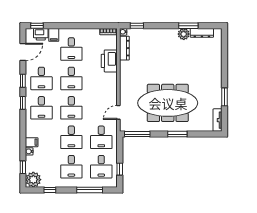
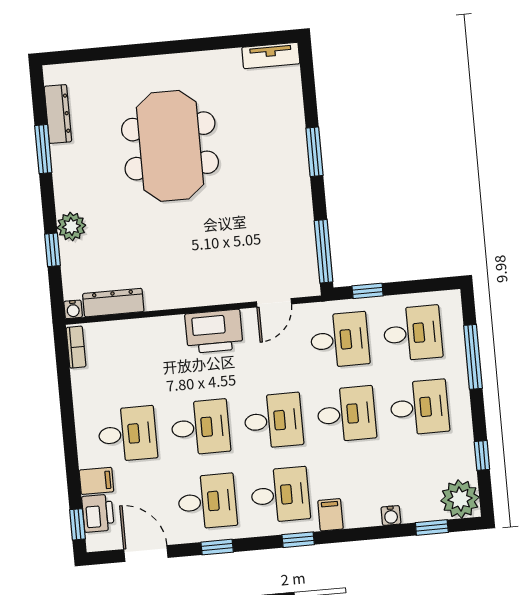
window: (137, 26) -> (52, 250), moved
plant: (184, 34) -> (71, 227), moved
printer: (109, 61) -> (214, 331), moved
window: (224, 97) -> (212, 44), removed
window: (23, 103) -> (298, 540), moved
meeting table: (168, 103) -> (170, 146), moved, width x0.73
door: (118, 112) -> (274, 303), hinge flipped
filing cabinet: (32, 142) -> (330, 515), moved
window: (120, 169) -> (368, 291), moved

